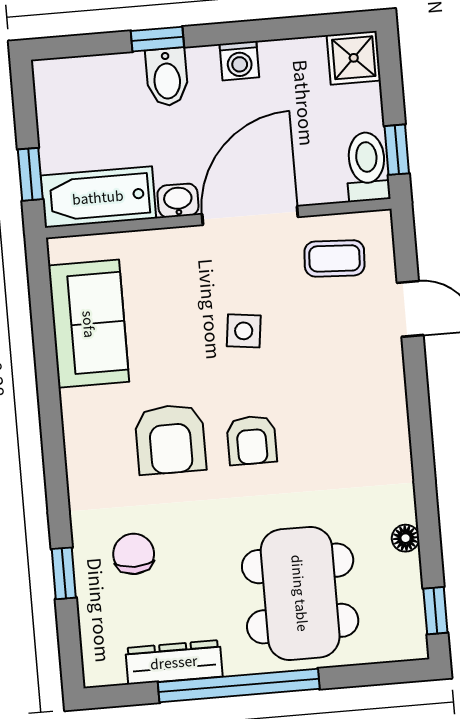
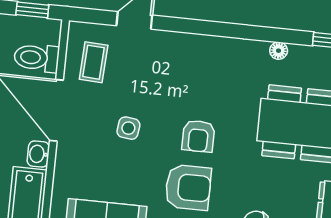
toilet: (367, 167) -> (37, 58), moved
armchair: (252, 440) -> (198, 136), turned 90

